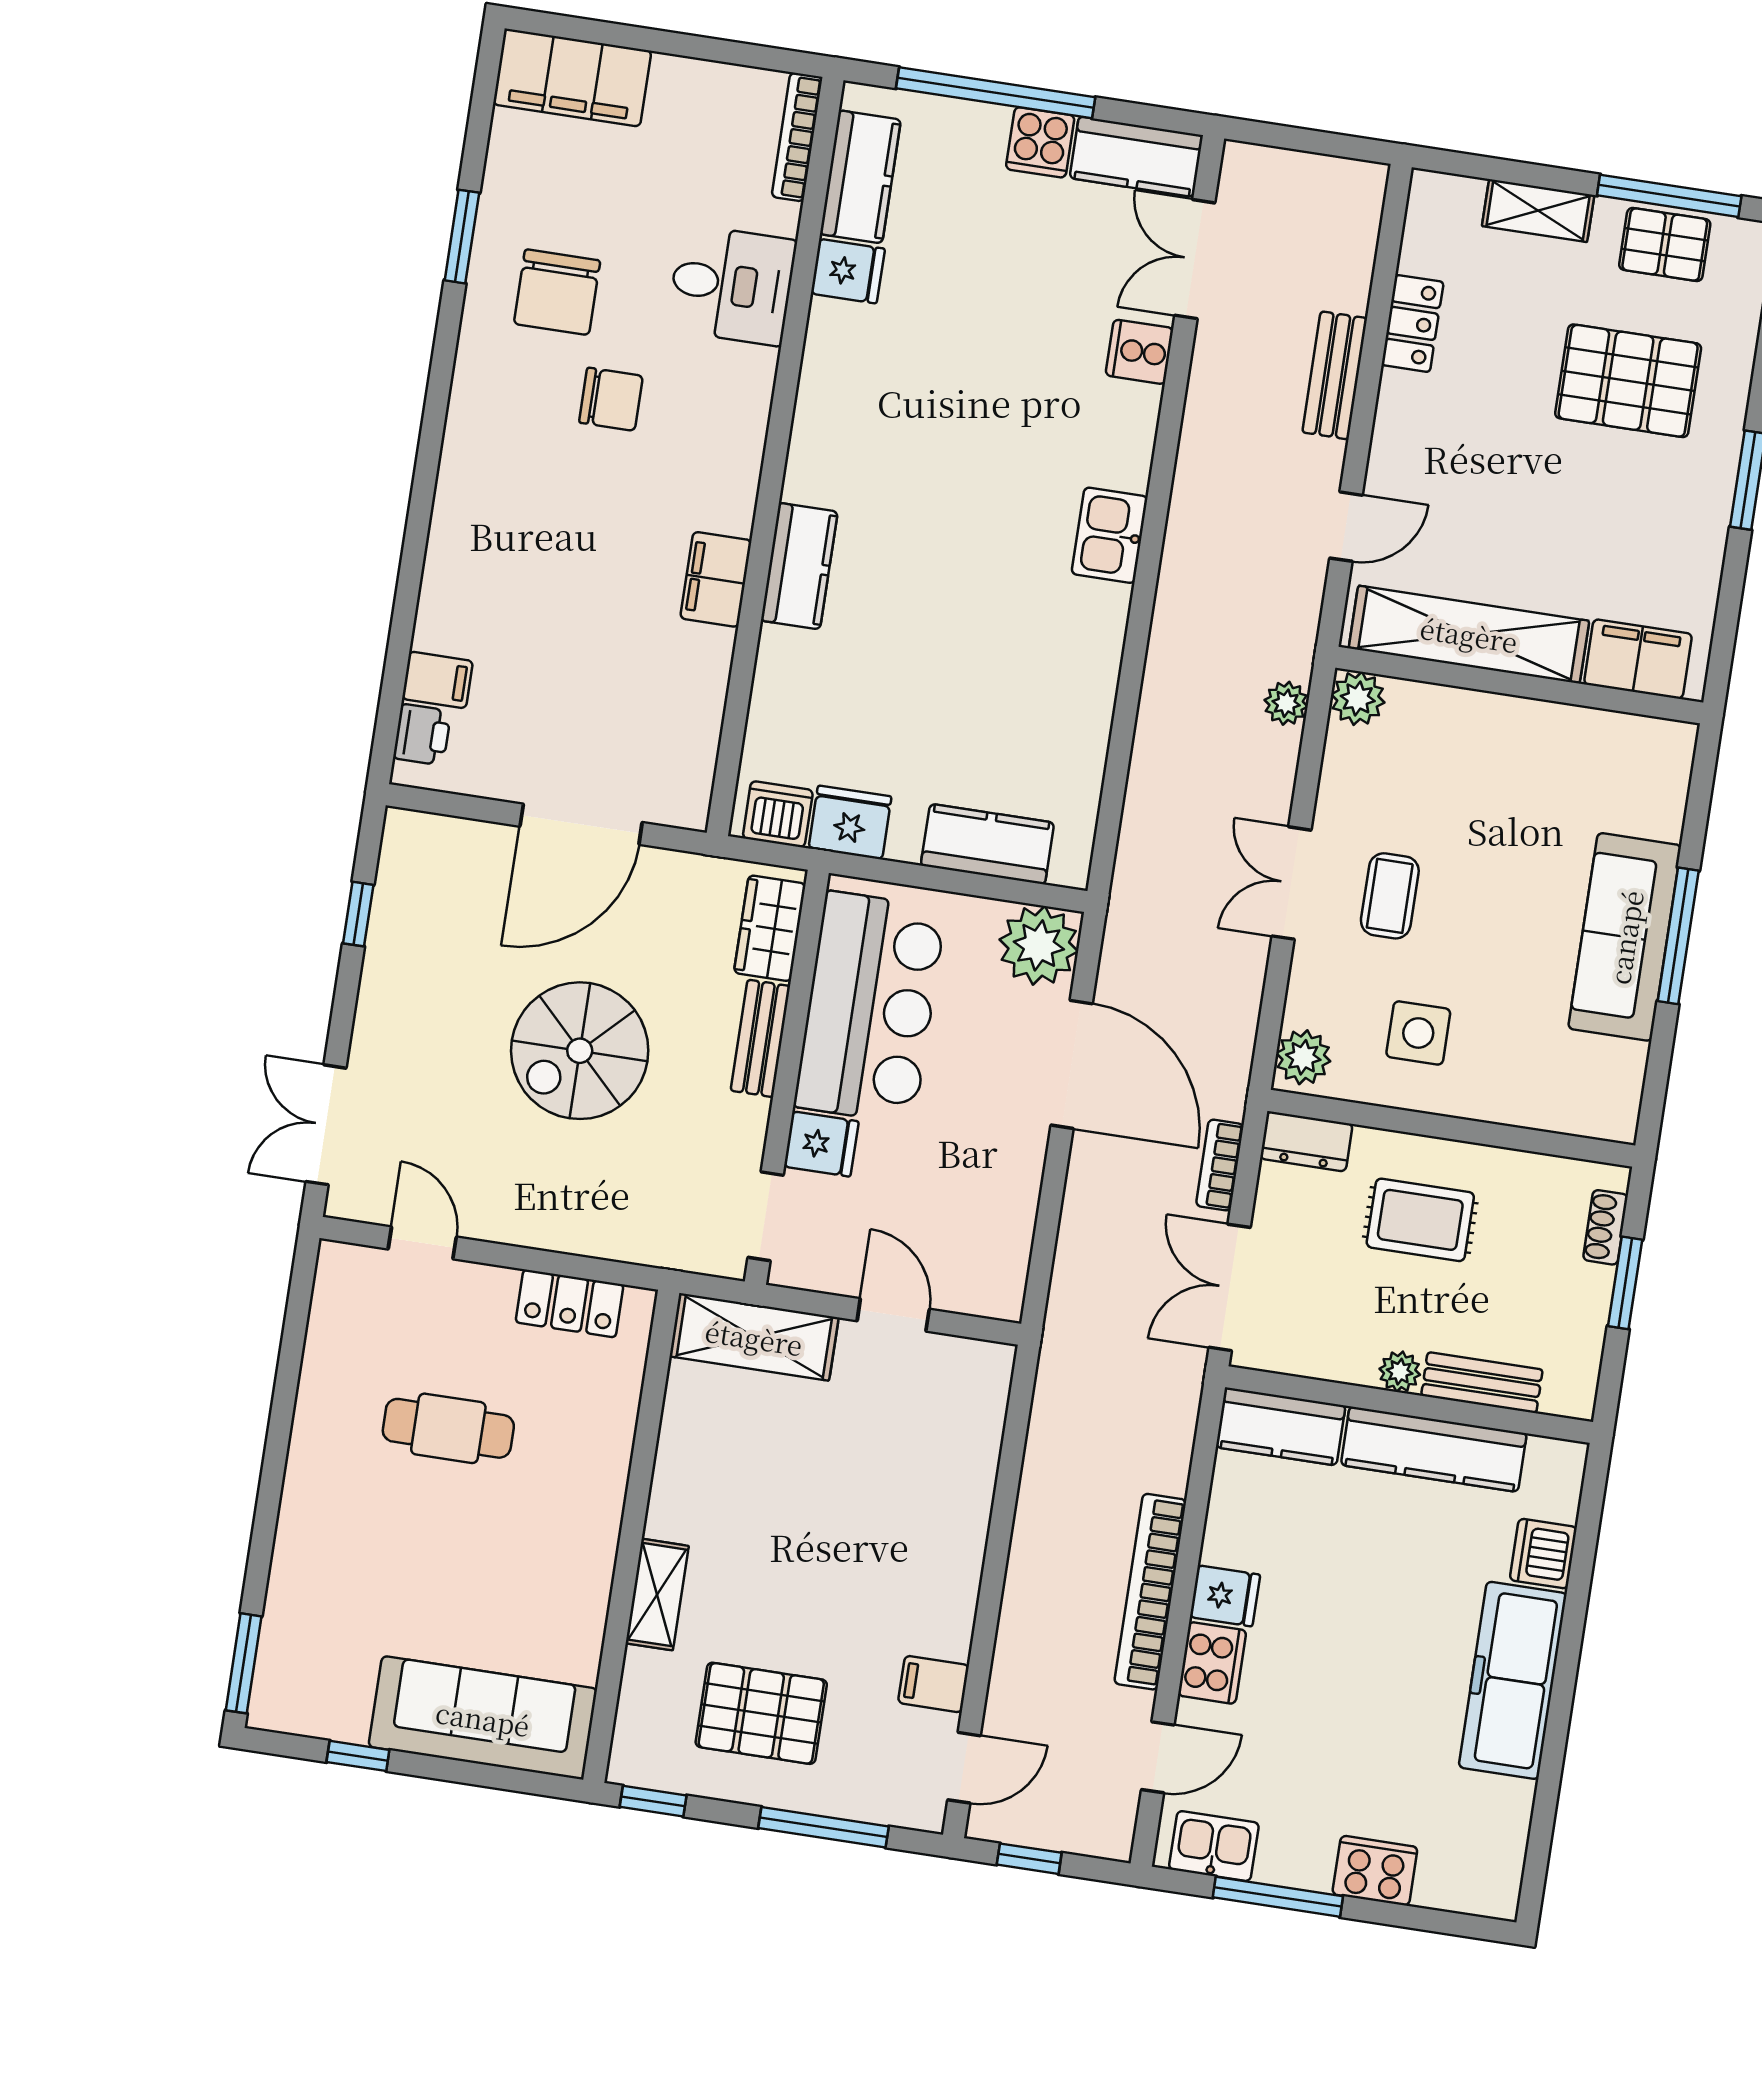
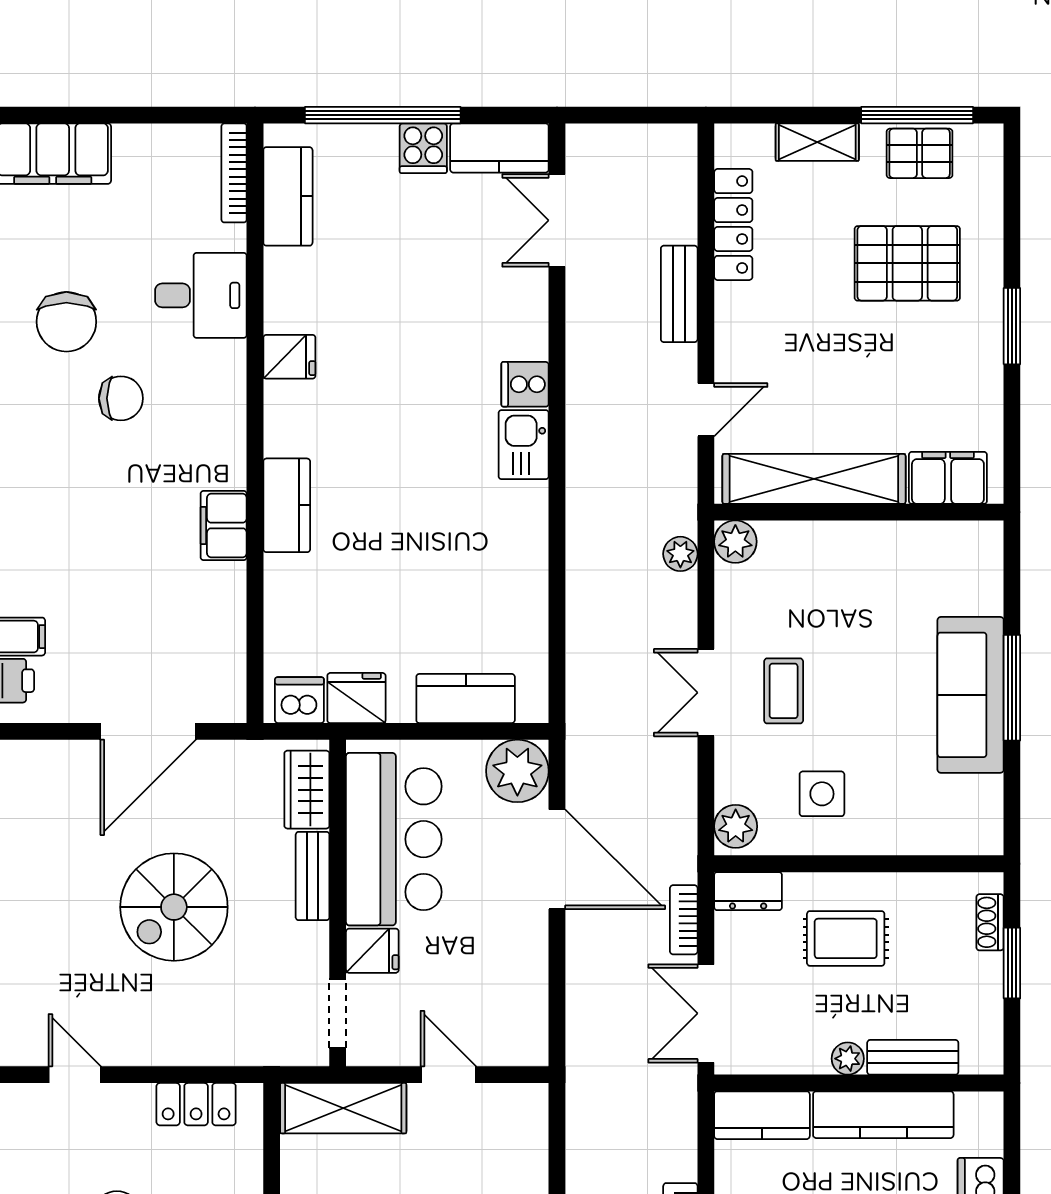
fridge: (848, 271) -> (289, 357), moved
locker: (1413, 323) -> (733, 225), width x1.53
cooker: (1139, 352) -> (525, 384), moved

